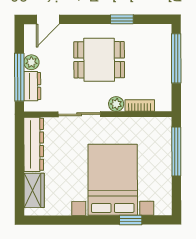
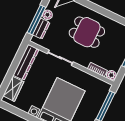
window: (122, 19) -> (111, 15), removed
plant: (116, 104) -> (111, 75), moved

